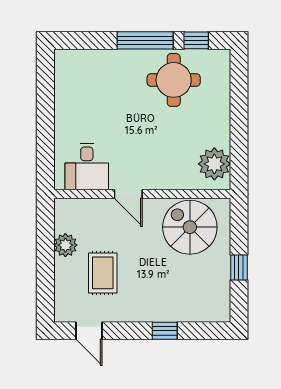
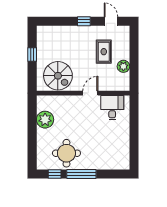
plant: (214, 164) -> (45, 120), moved
door: (128, 194) -> (90, 93), hinge flipped
window: (165, 331) -> (84, 21), moved

